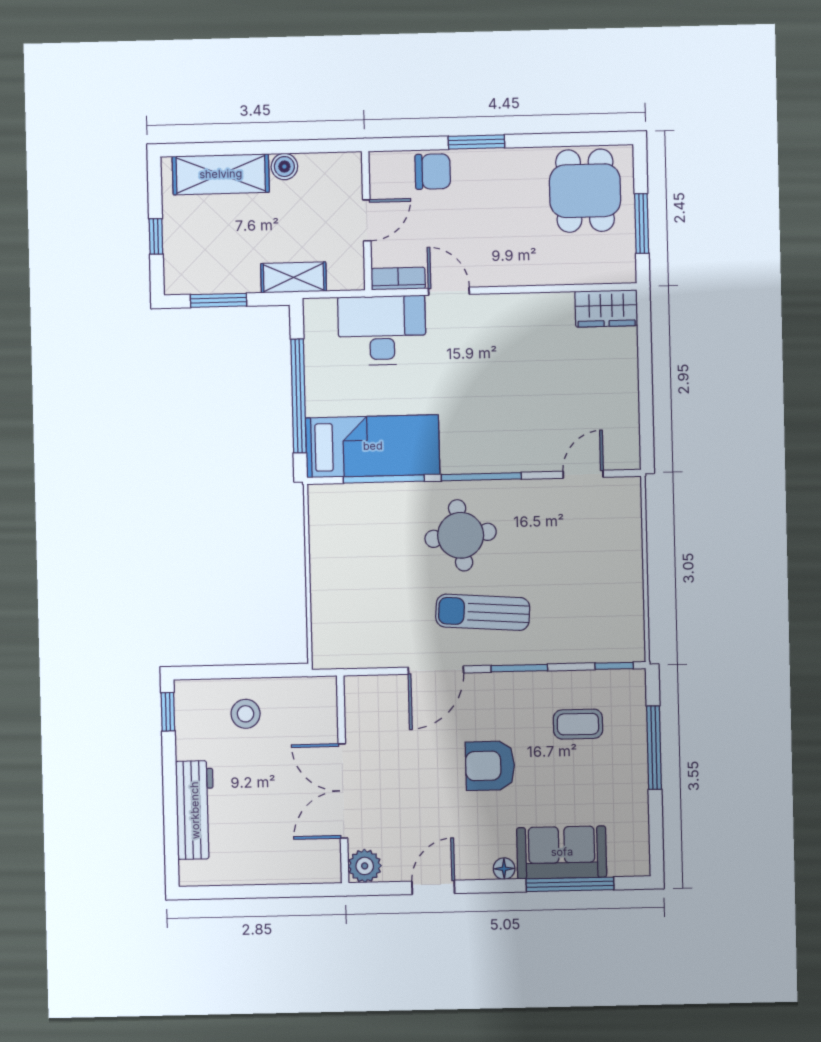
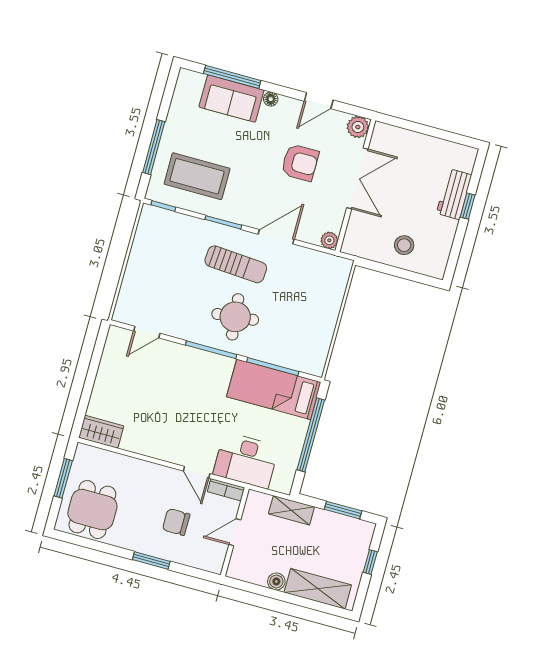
chair: (433, 172) -> (176, 522), moved
plant: (357, 688) -> (329, 240), added
window: (168, 712) -> (468, 206), moved
coffee table: (578, 724) -> (197, 176), width x1.86, depth x1.72
armchair: (490, 766) -> (300, 163), moved
workbench: (195, 810) -> (454, 194), width x0.73

